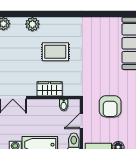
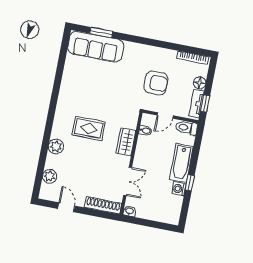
rug: (55, 52) -> (89, 128), turned 90
door: (81, 121) -> (165, 115), hinge flipped

